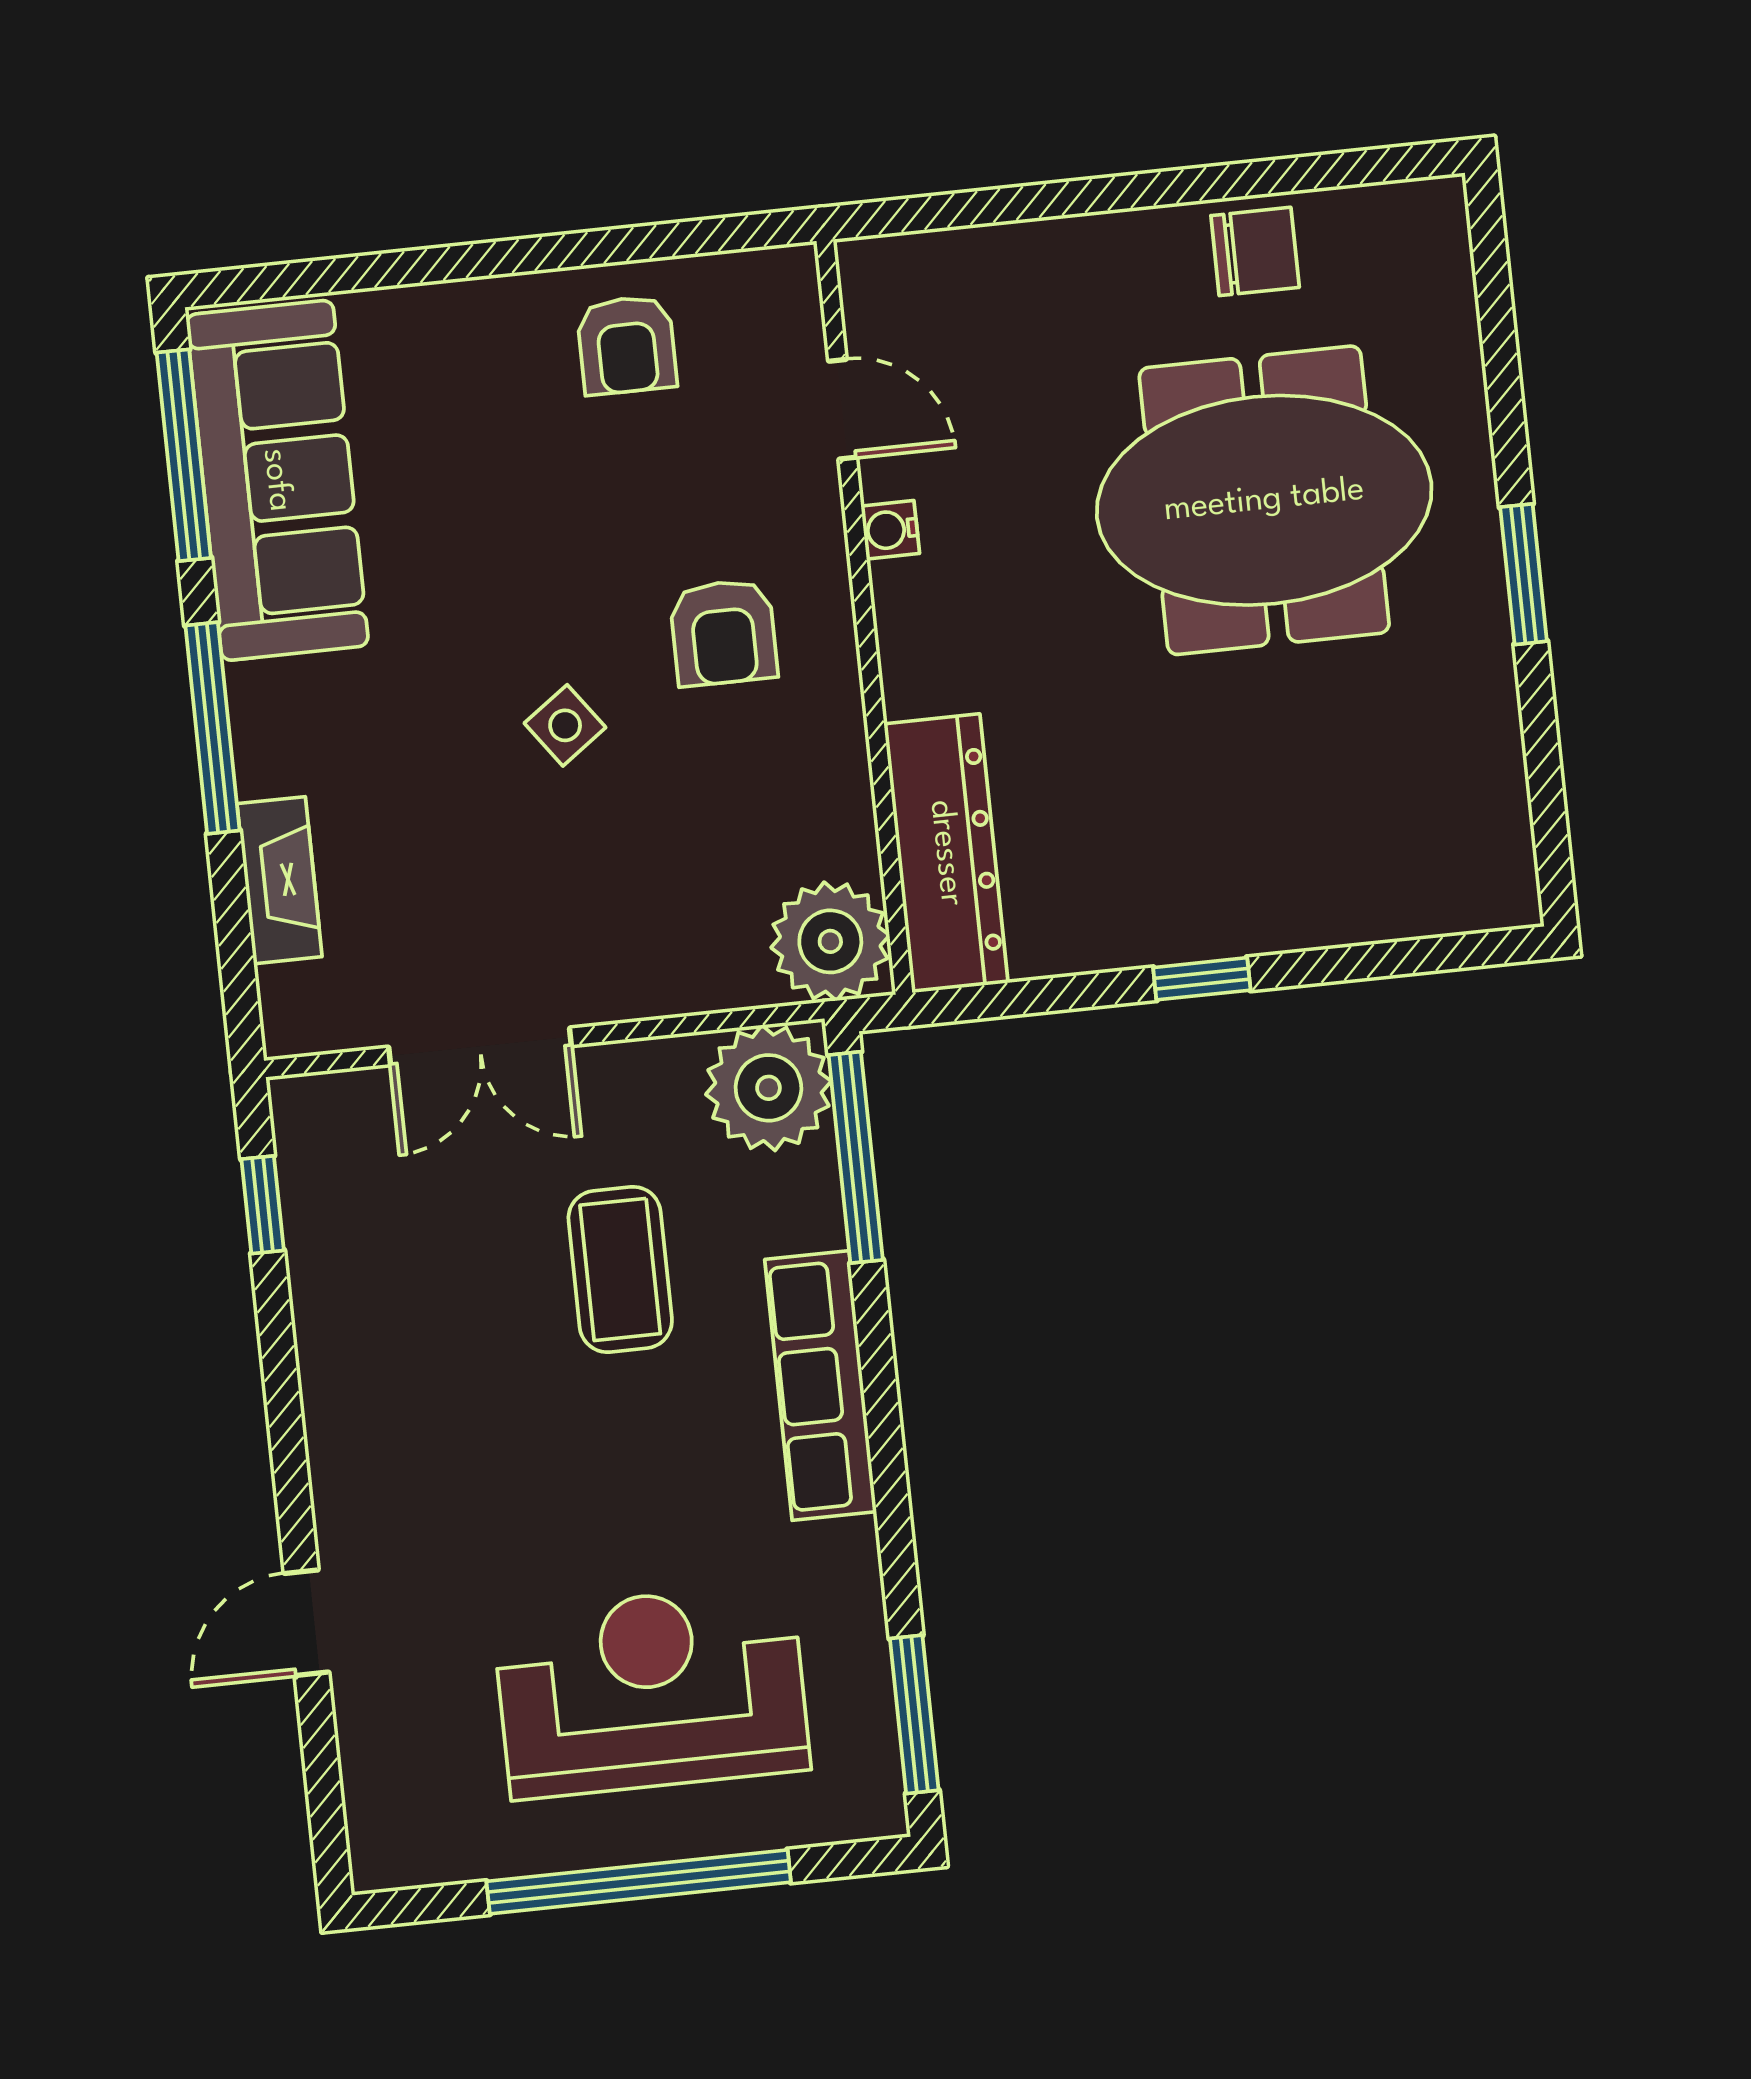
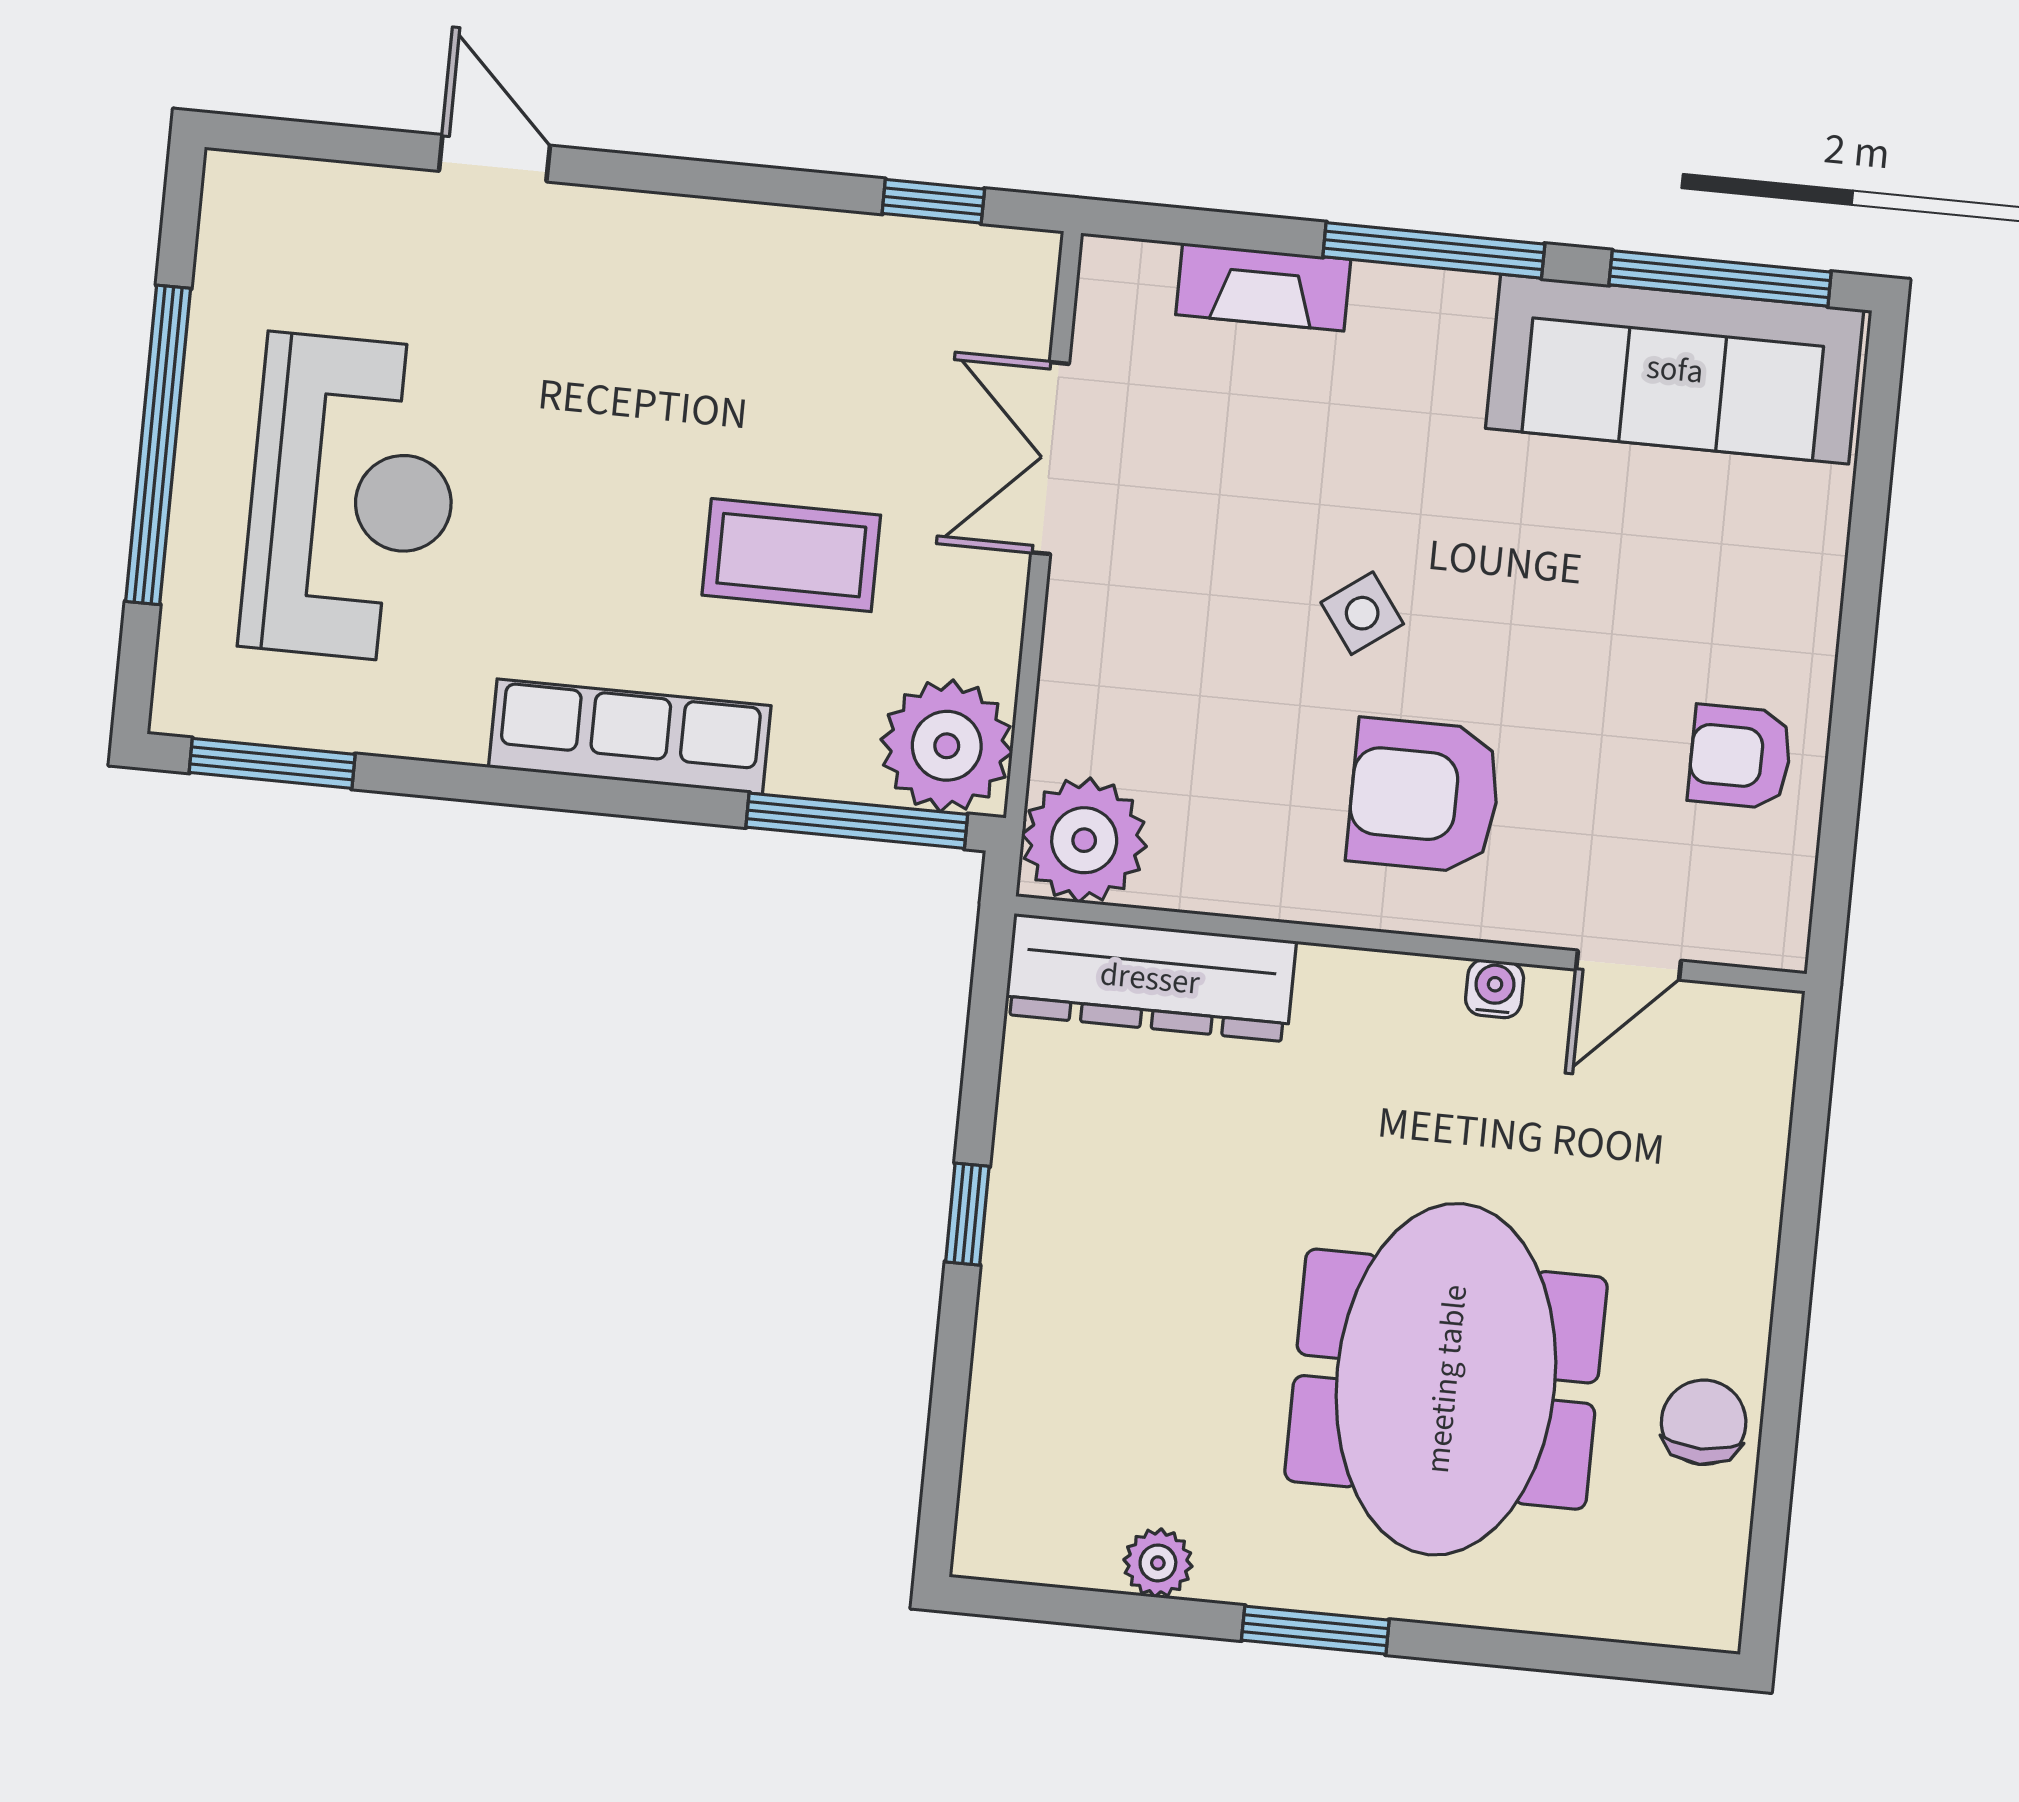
chair: (1255, 251) -> (1704, 1422), turned 180
armchair: (723, 632) -> (1424, 796), width x1.38, depth x1.38
plant: (1491, 734) -> (1158, 1563), added

